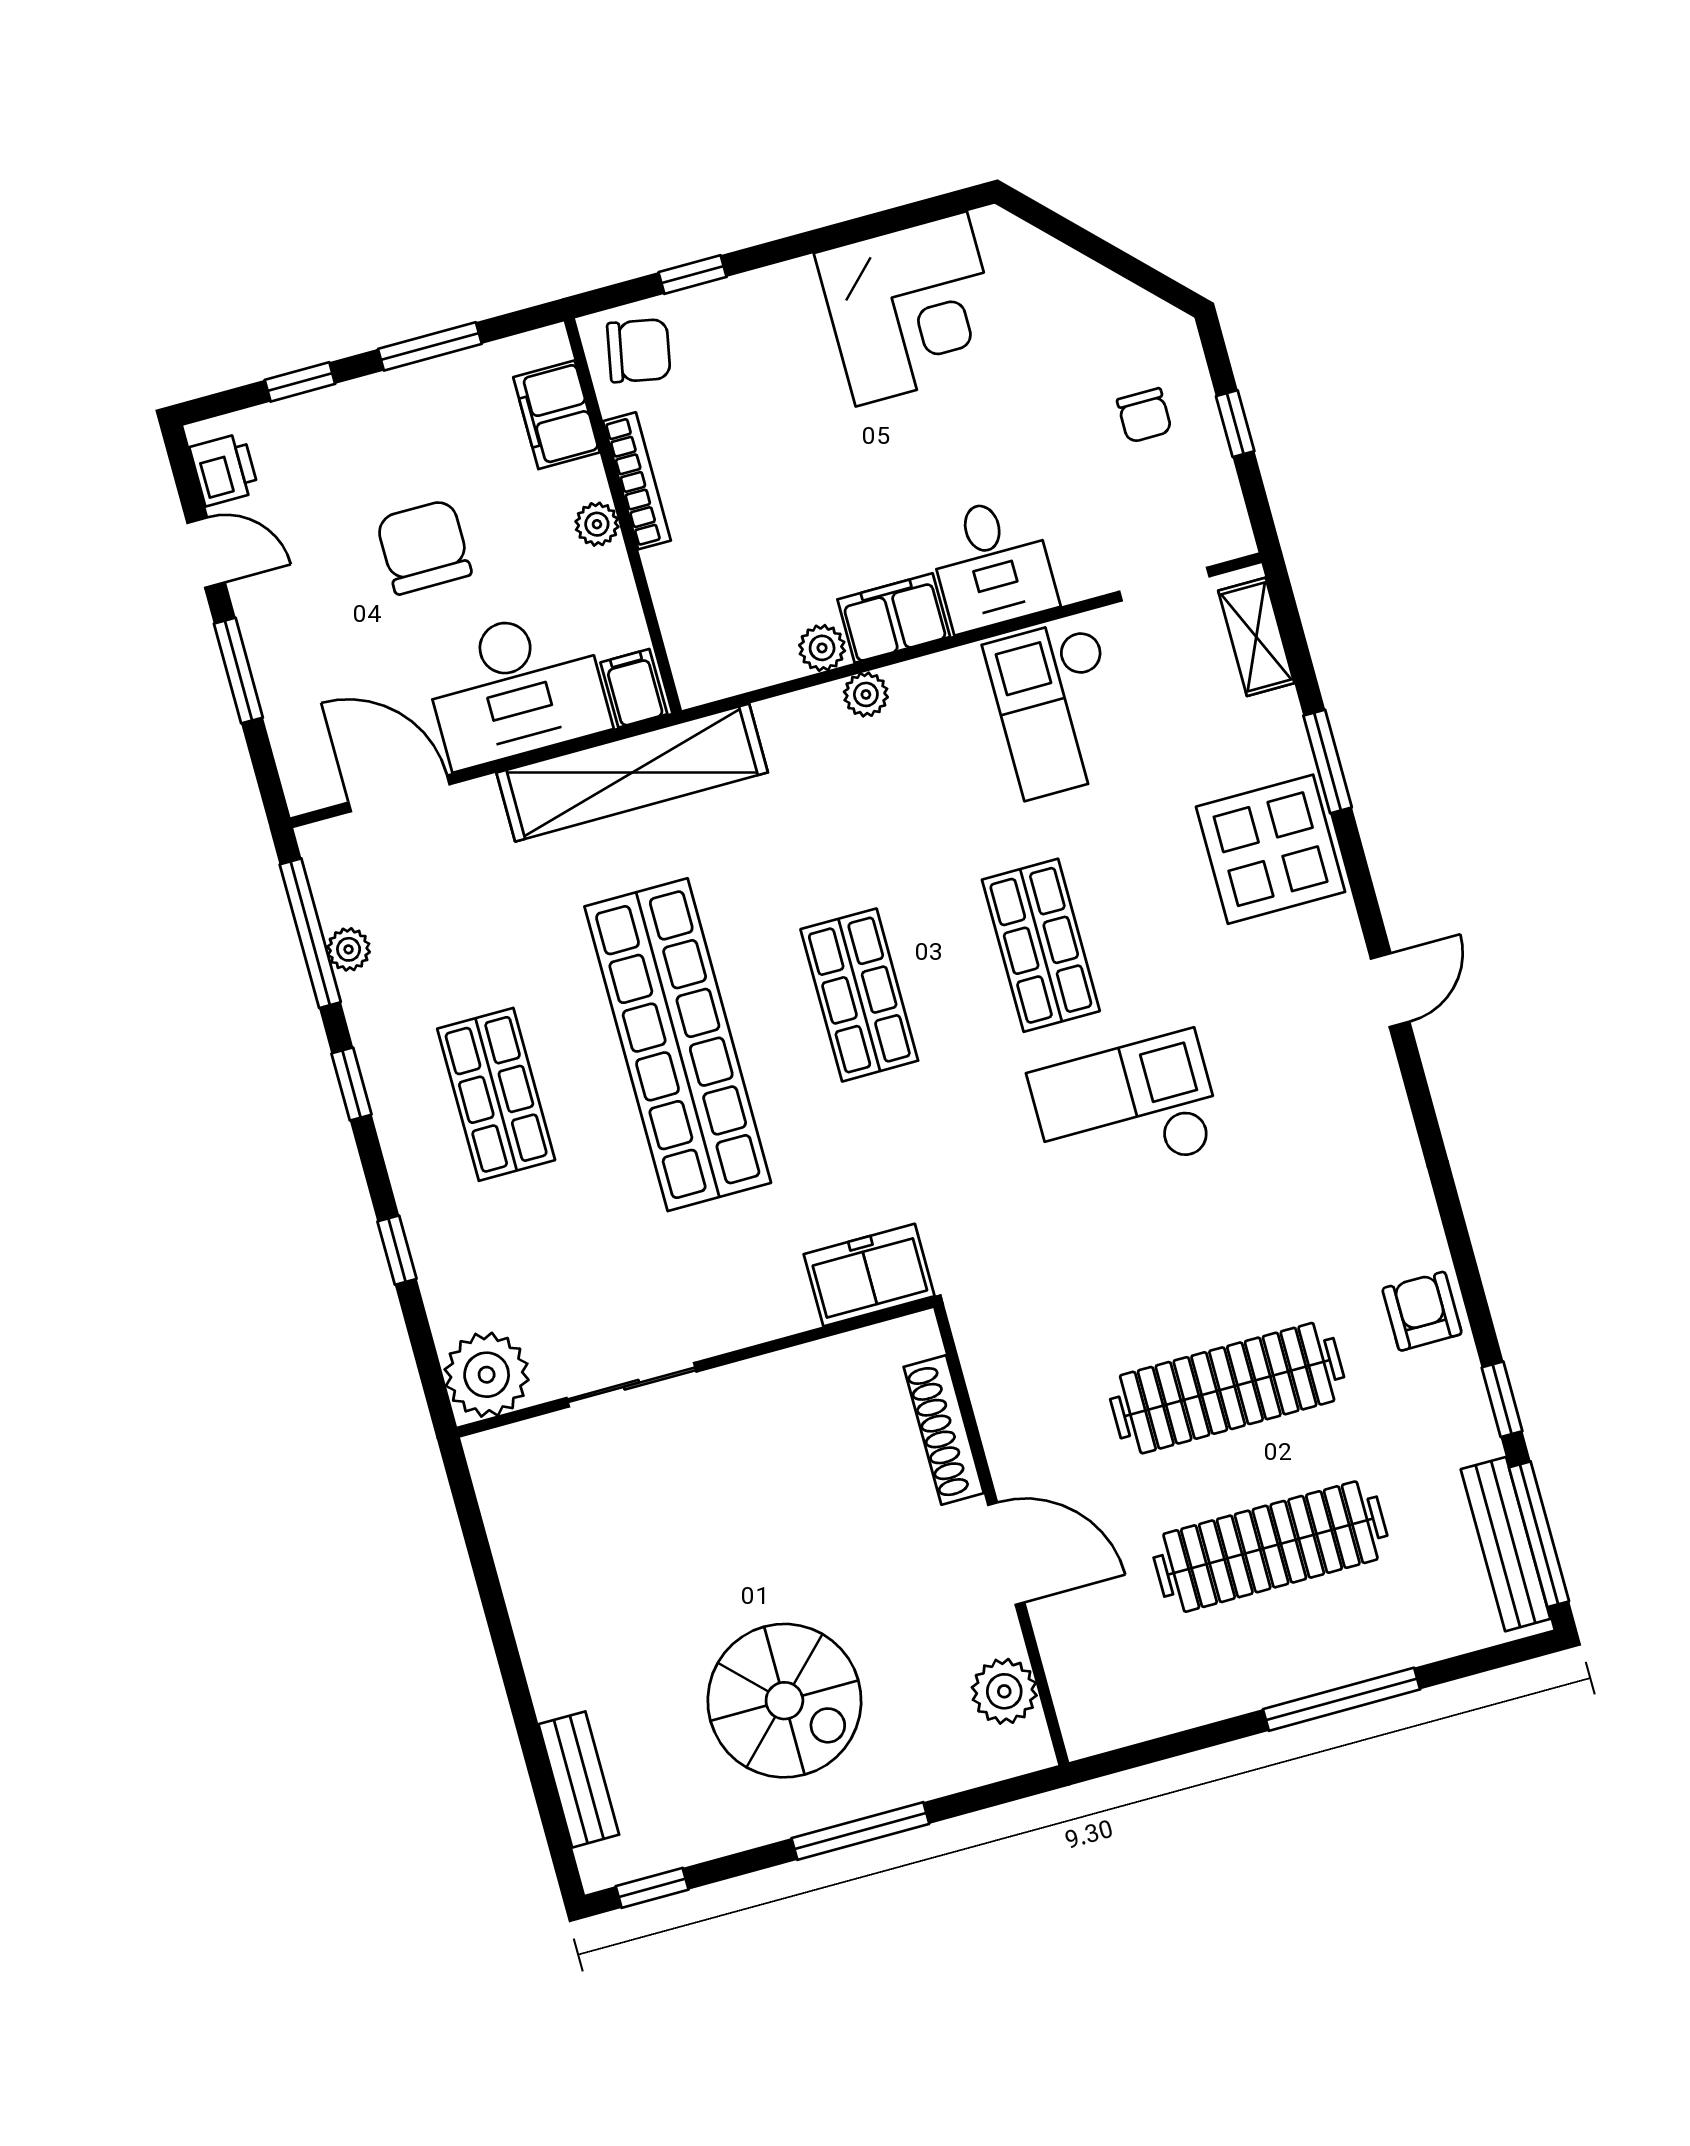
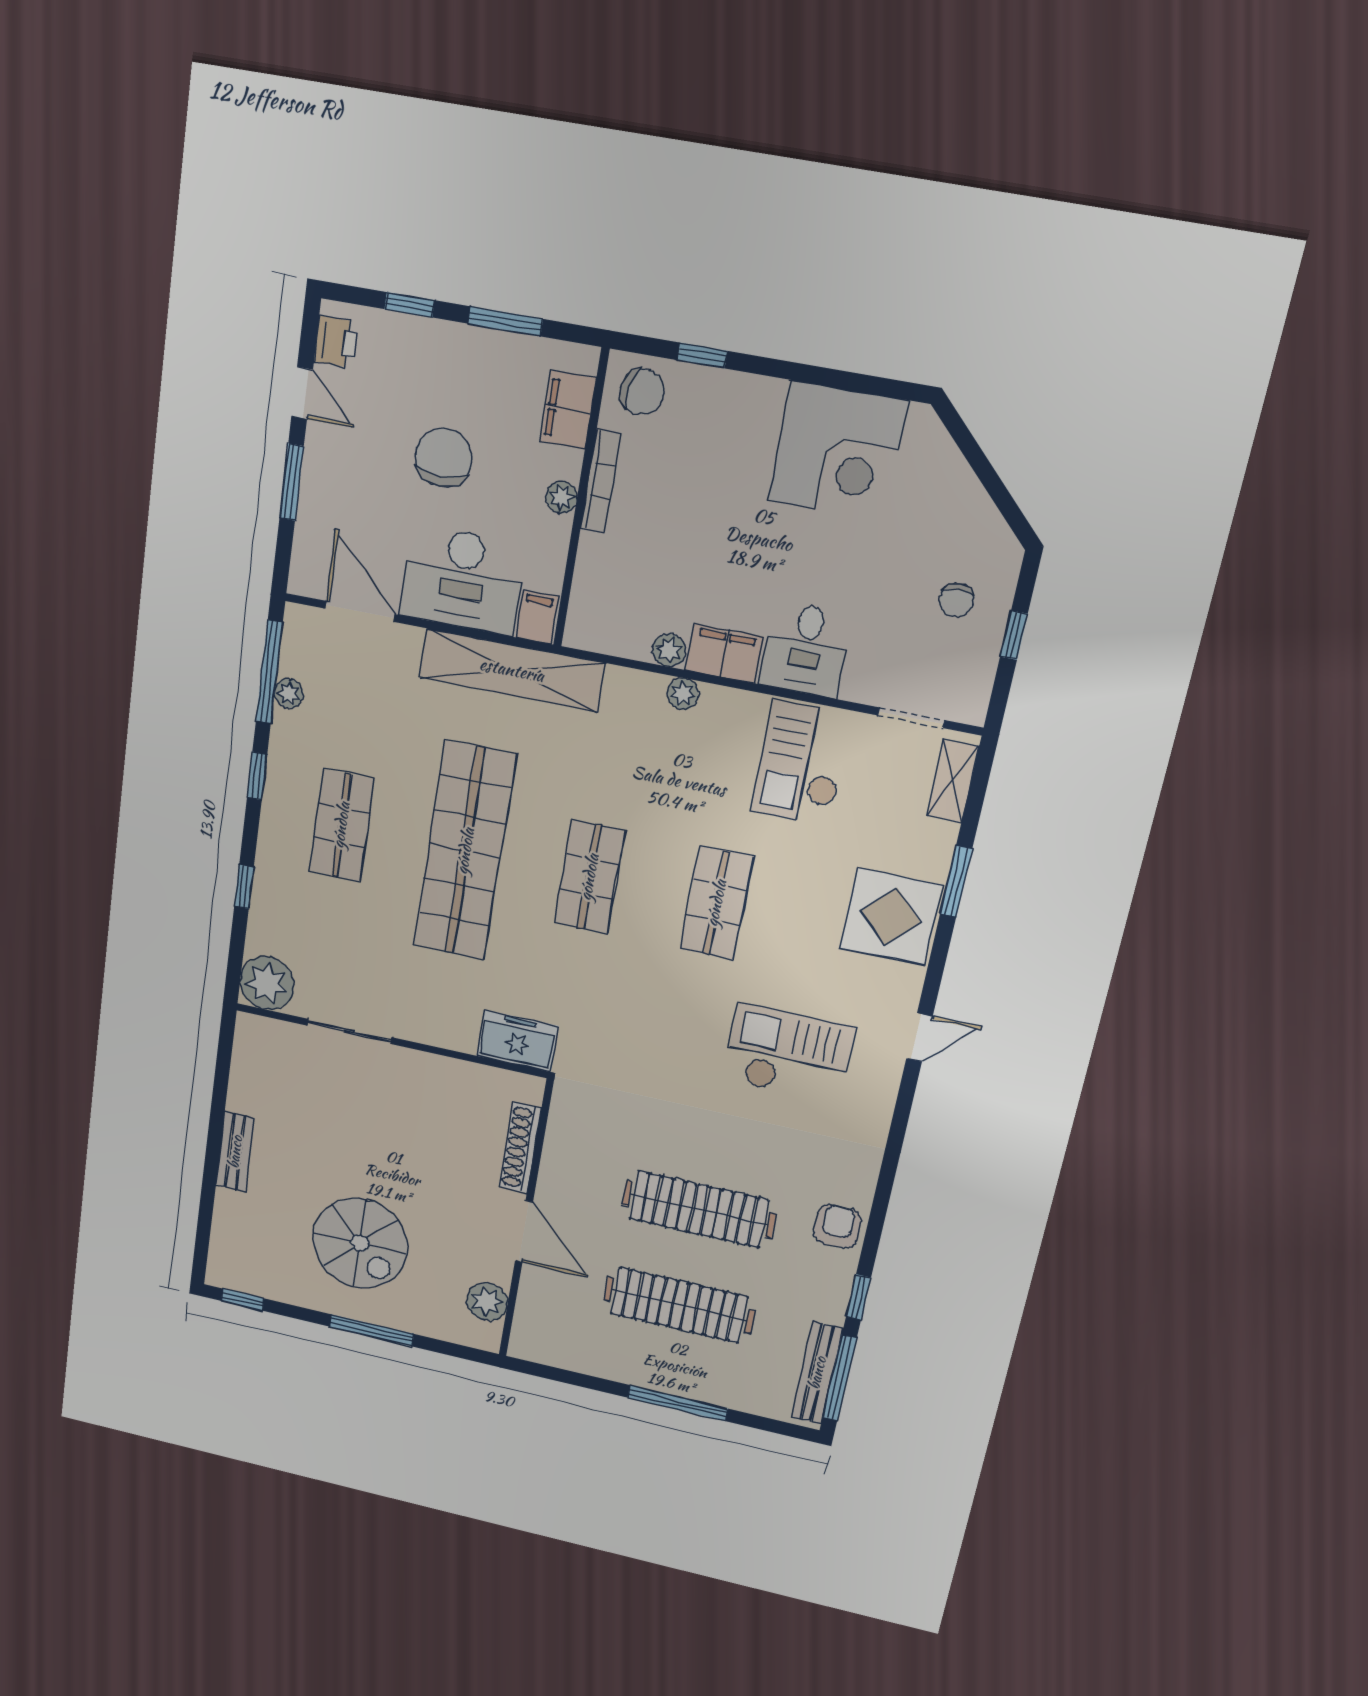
checkout: (1126, 1109) -> (789, 1053), moved
bench: (579, 1779) -> (235, 1152), moved

